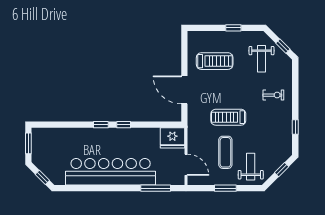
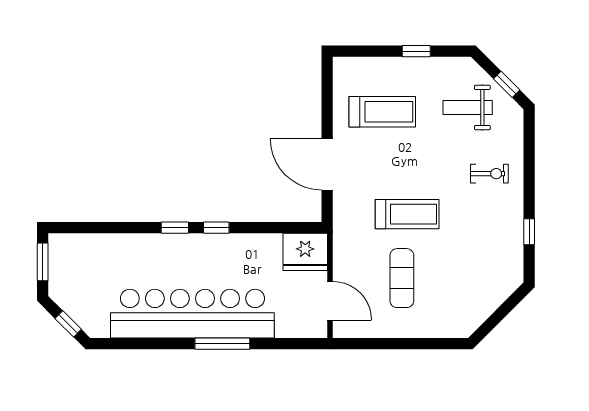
weight bench: (262, 59) -> (468, 107), turned 90
treadmill: (228, 117) -> (407, 214), turned 180
weight bench: (251, 167) -> (448, 304), removed
window: (282, 170) -> (504, 310), removed
window: (156, 188) -> (222, 344), moved
window: (225, 188) -> (402, 344), removed

